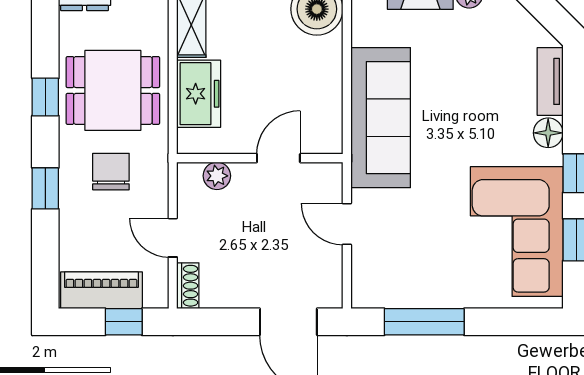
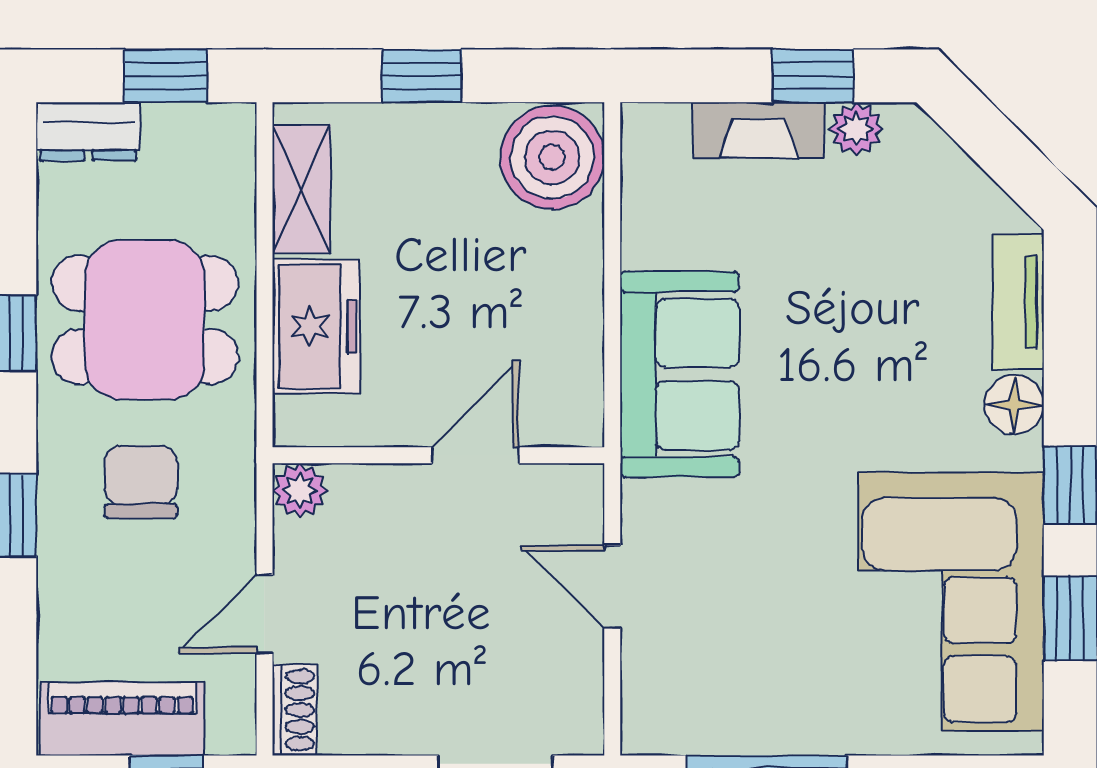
sofa: (381, 118) -> (680, 374), width x0.73
plant: (217, 176) -> (300, 490), moved
door: (173, 238) -> (264, 614), hinge flipped

